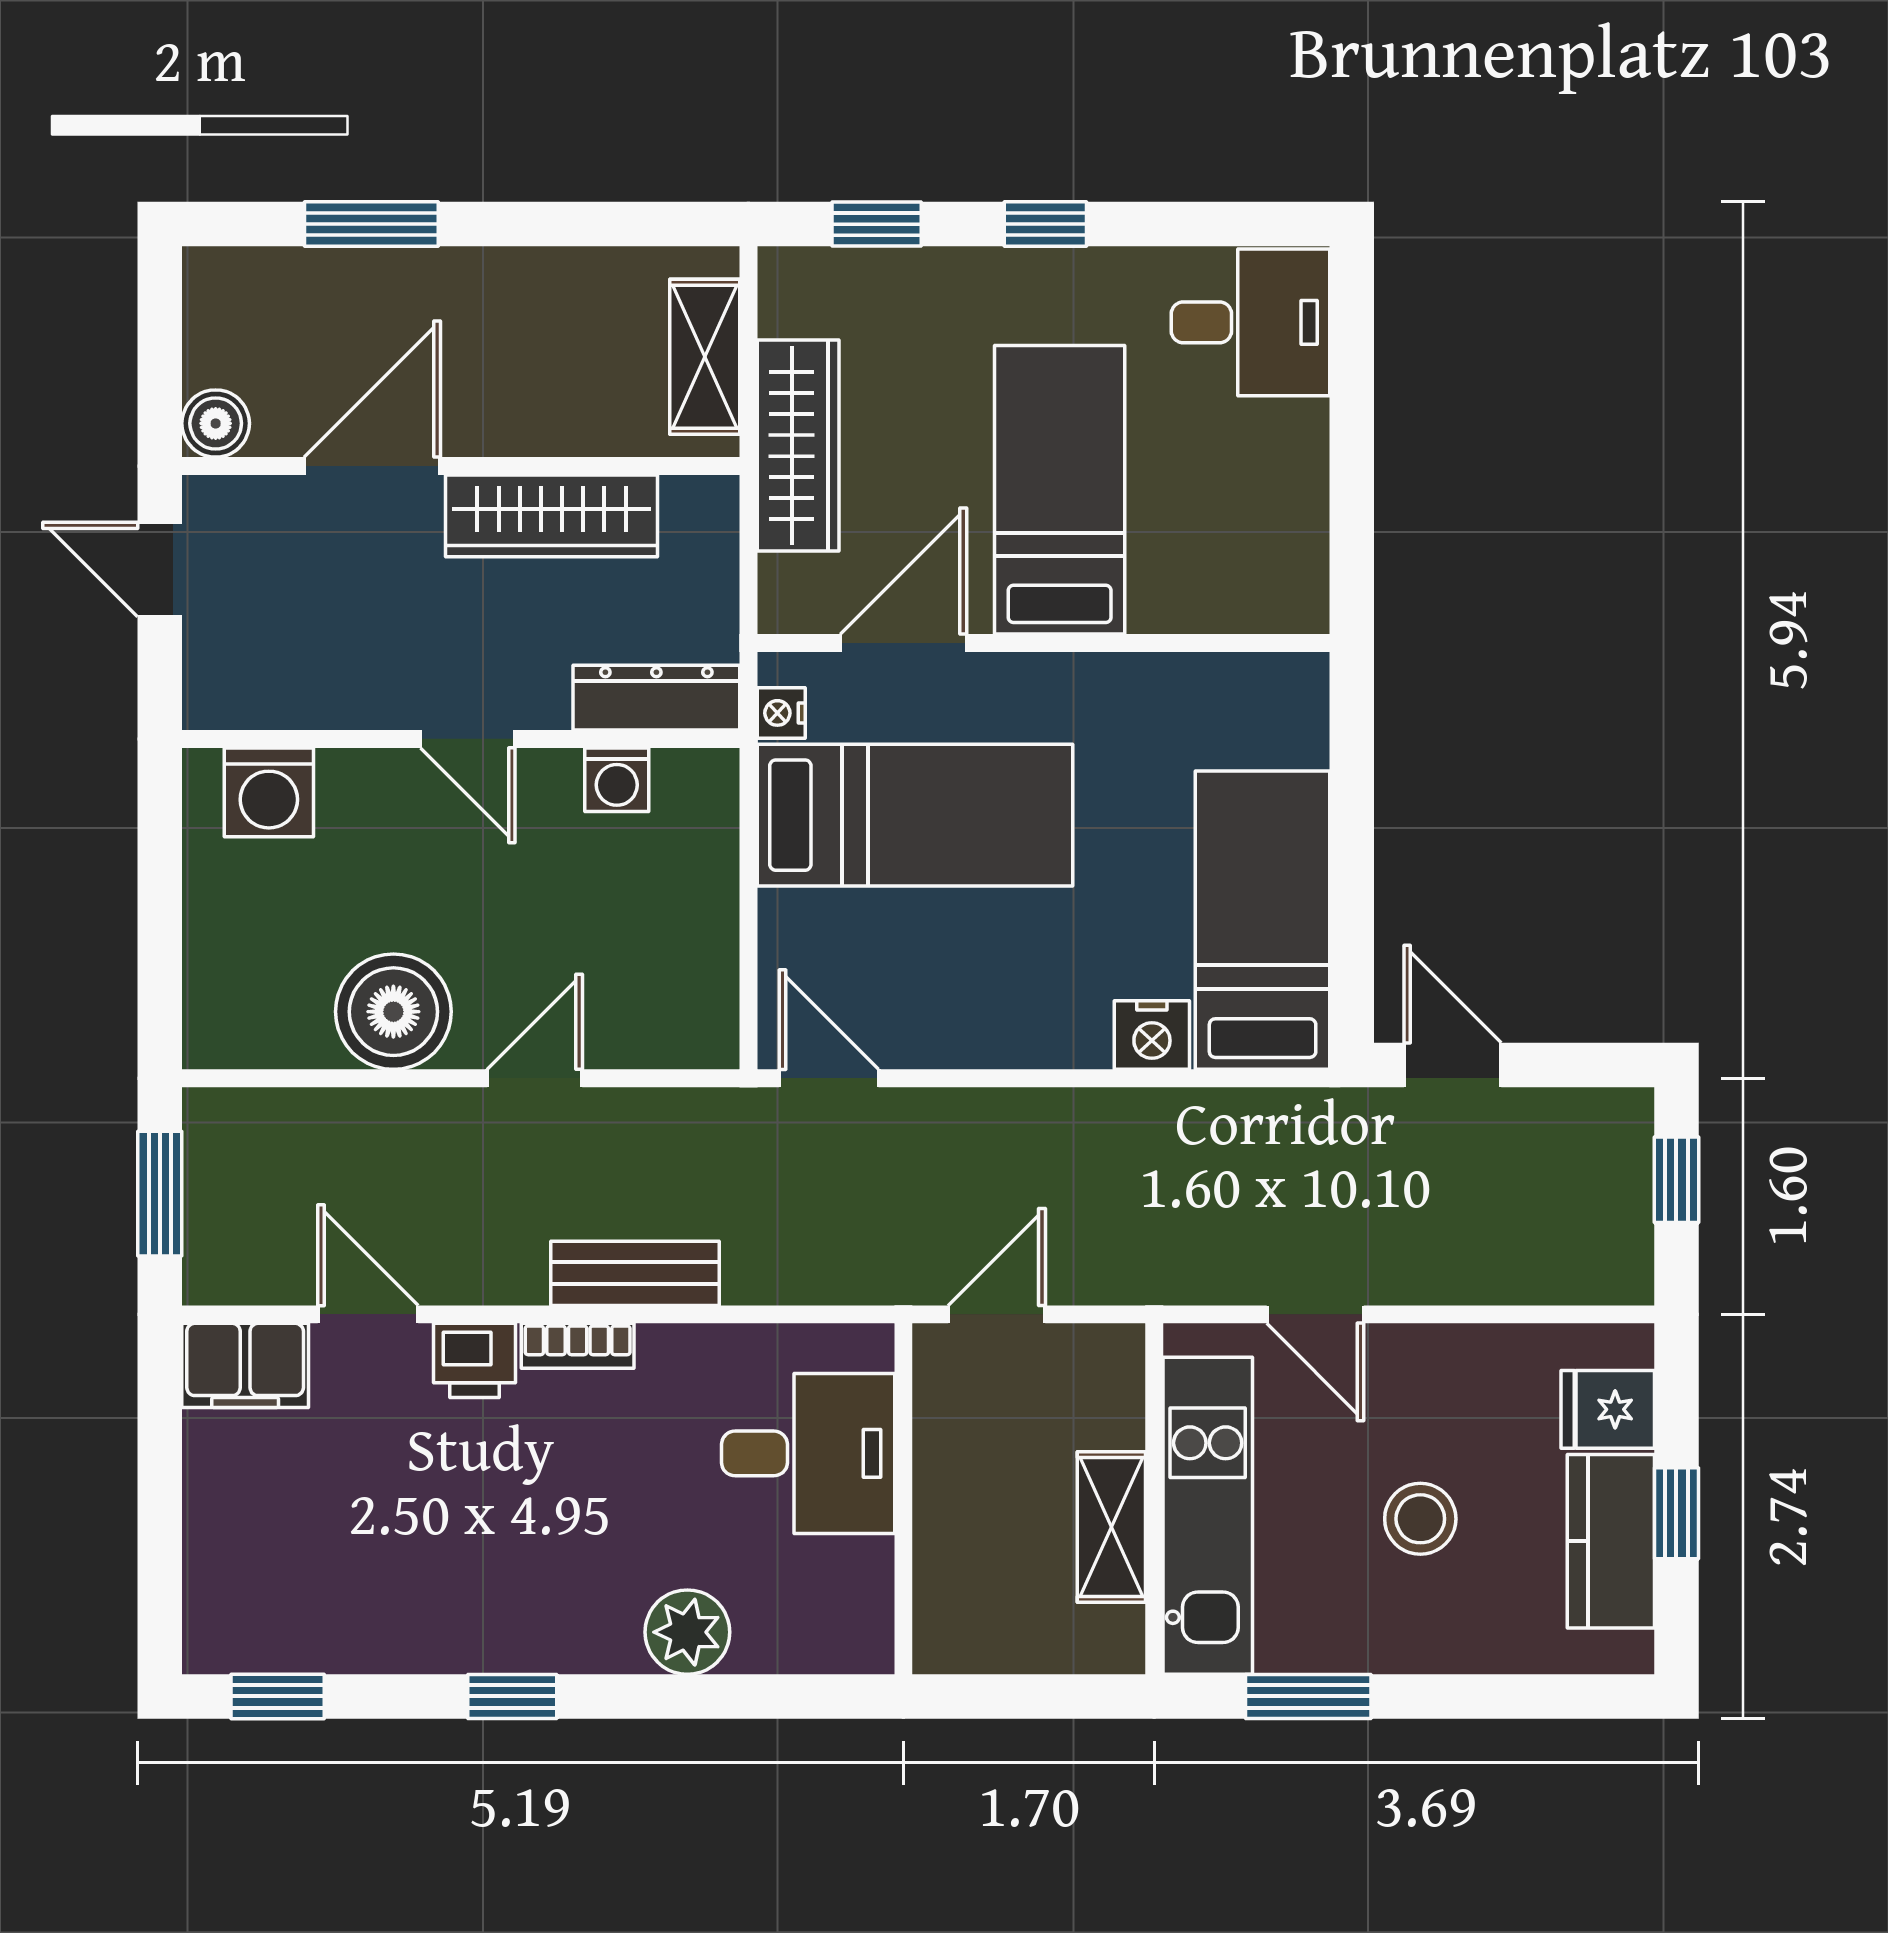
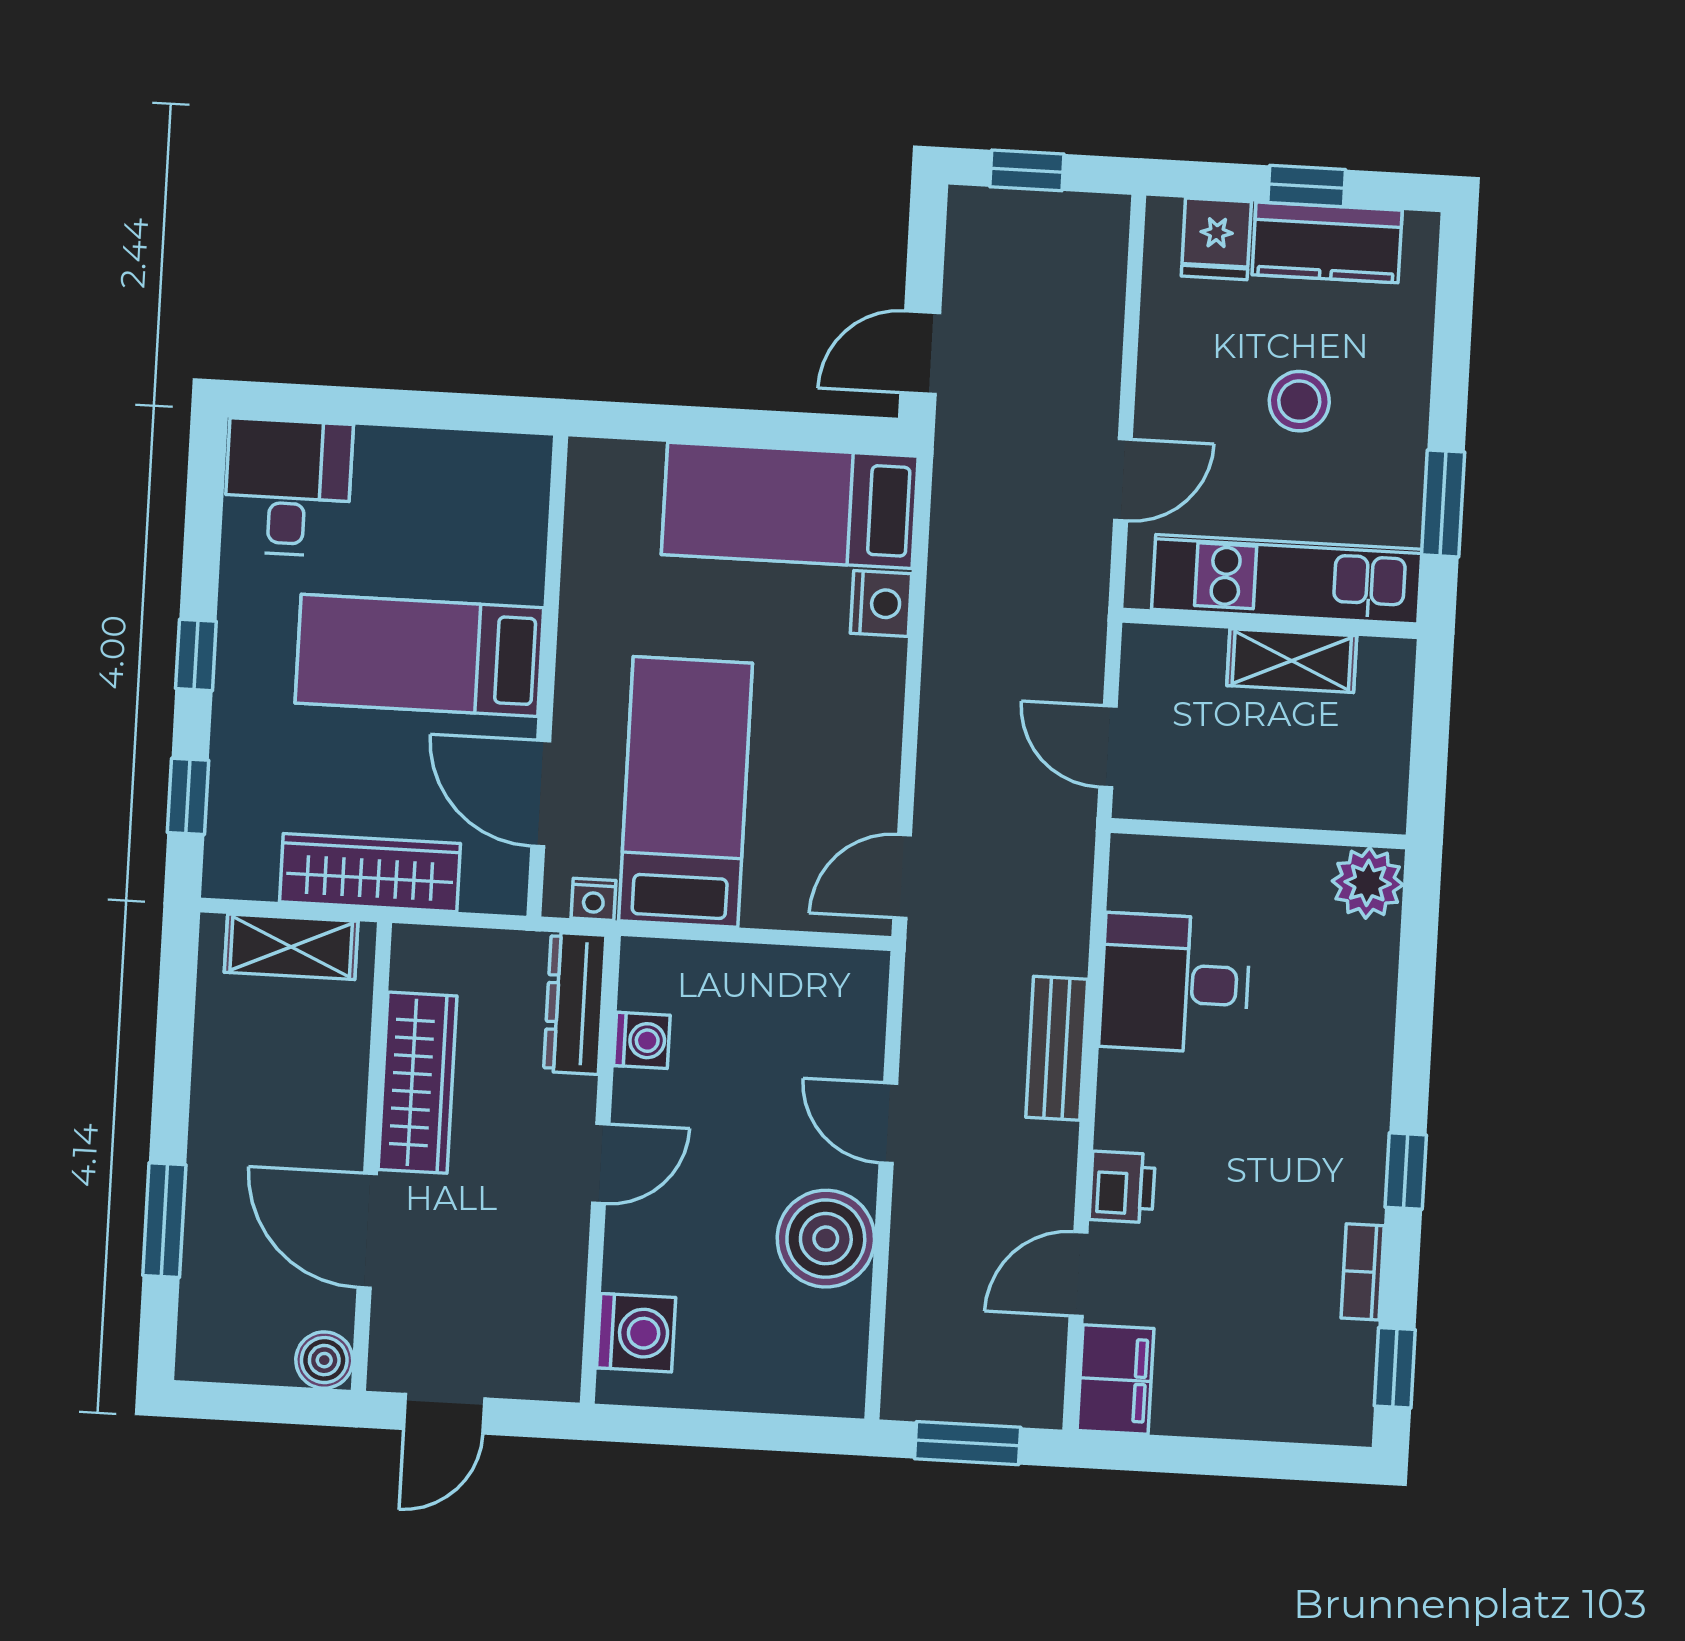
bookcase: (578, 1346) -> (1363, 1272), moved, turned 180
desk: (808, 1453) -> (1175, 983), moved, turned -90
plant: (687, 1632) -> (1368, 883), moved

